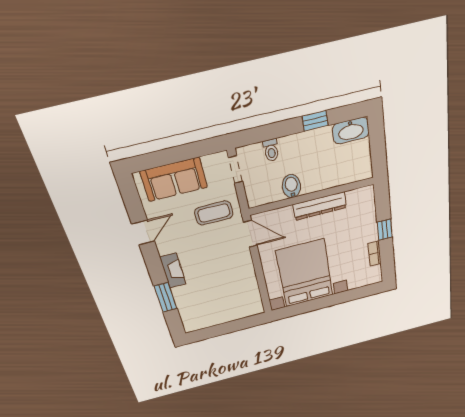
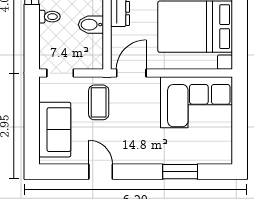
toilet: (271, 150) -> (50, 17), moved
fireplace: (173, 271) -> (151, 156), removed
corner sofa: (235, 293) -> (196, 102), added

